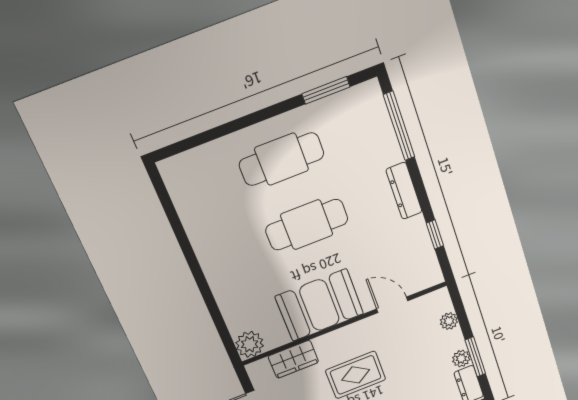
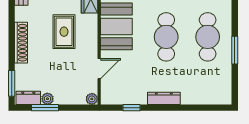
window: (326, 90) -> (235, 50), moved
window: (399, 126) -> (201, 108), removed
plant: (449, 321) -> (92, 99), moved

